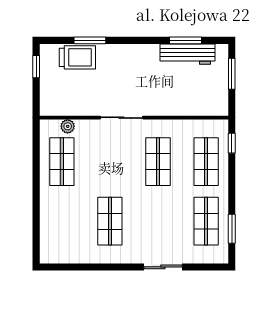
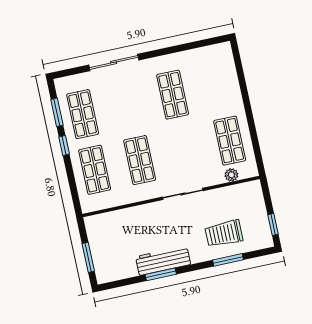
window: (186, 40) -> (161, 274), moved
workbench: (187, 54) -> (163, 260), moved
trolley: (77, 57) -> (224, 234), moved
window: (232, 143) -> (64, 146), moved
sliding door: (163, 267) -> (114, 62), width x1.37

